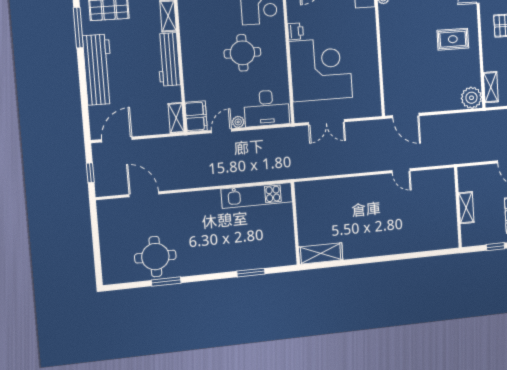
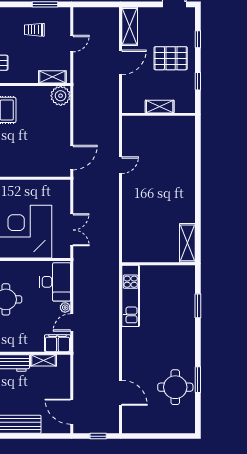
shelving: (176, 118) -> (44, 360), moved
door: (221, 131) -> (72, 322), hinge flipped
door: (144, 194) -> (121, 393), swing flipped

